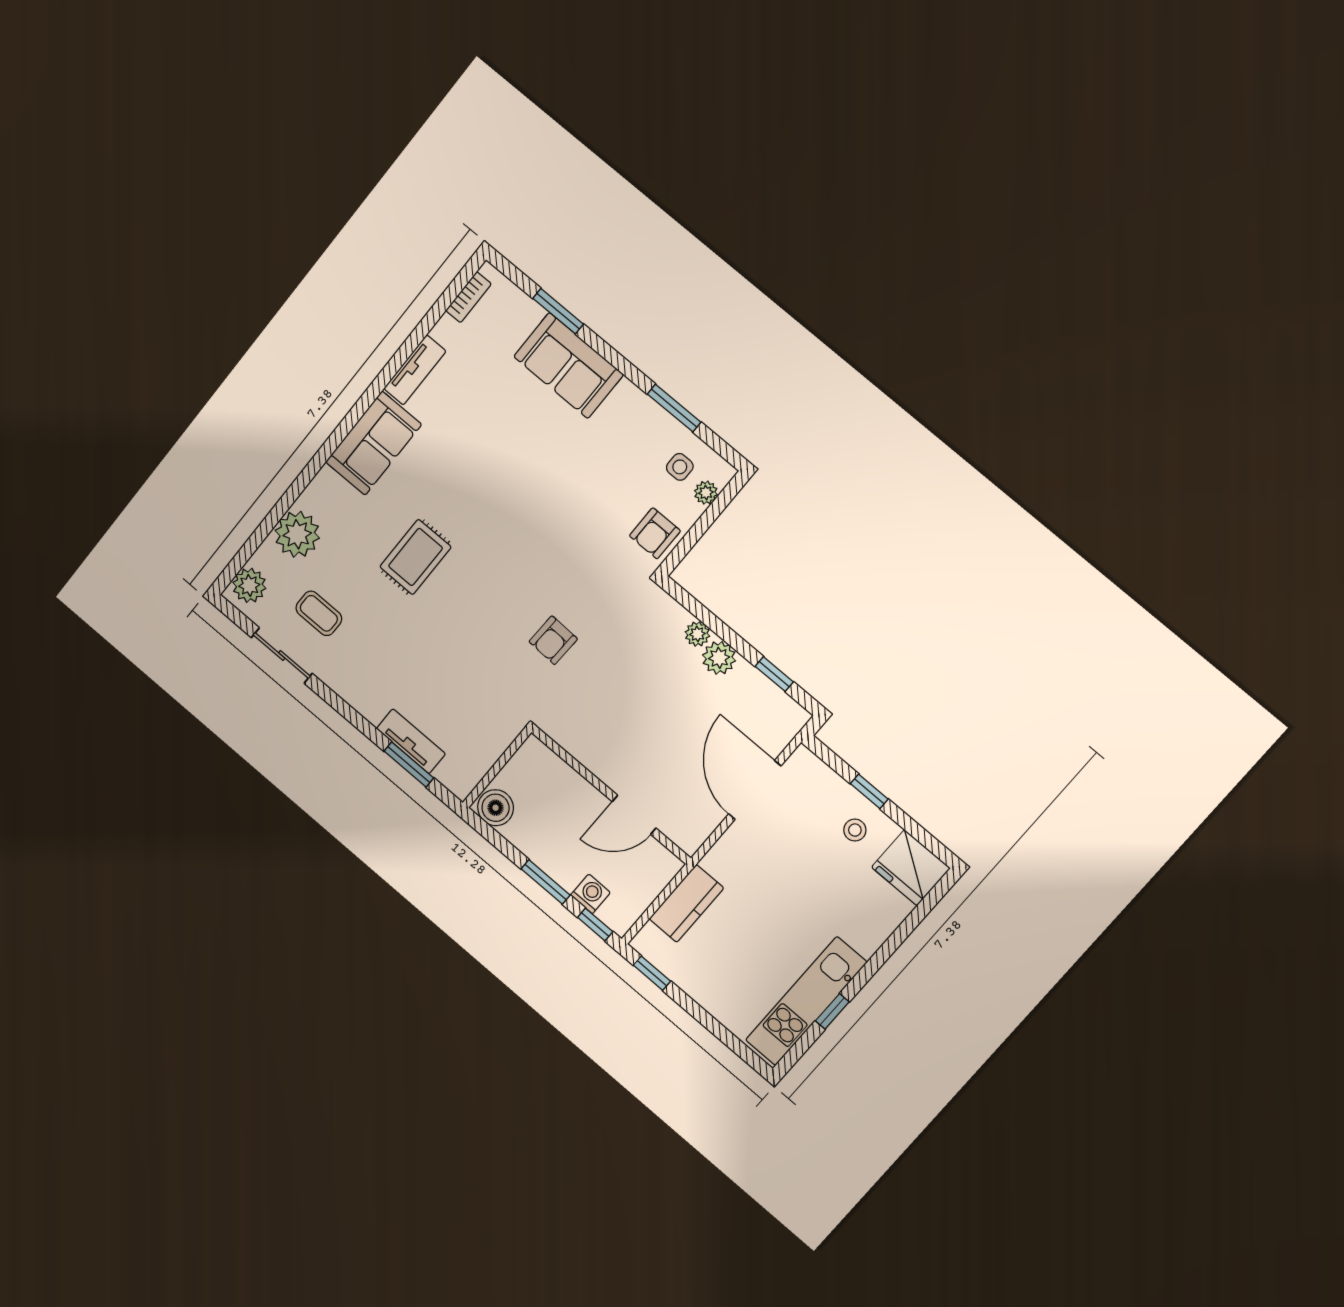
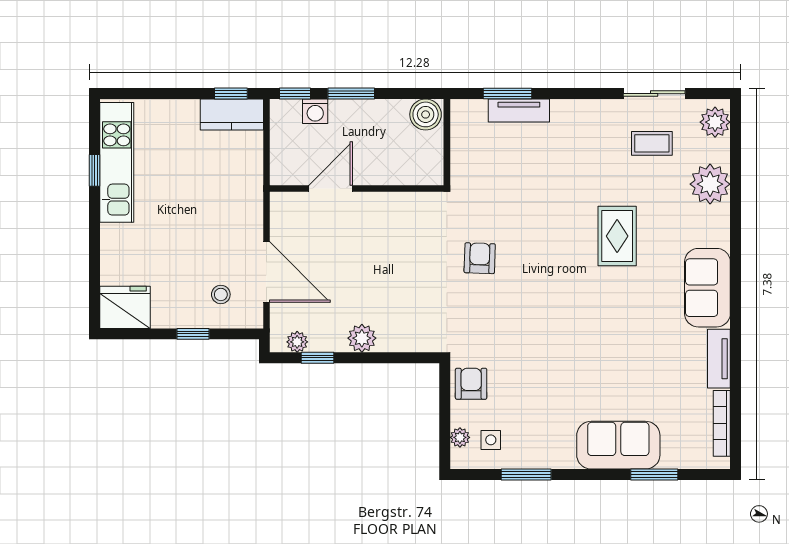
bookcase: (468, 297) -> (722, 423), width x1.56
plant: (697, 634) -> (297, 342), moved
stool: (855, 830) -> (221, 294), moved
kitchen counter: (686, 903) -> (232, 115), moved, turned -90

